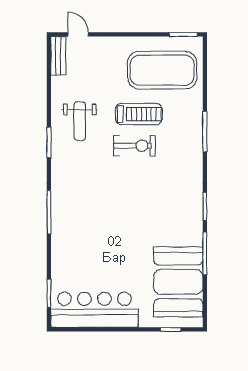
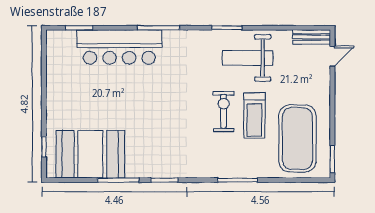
weight bench: (80, 121) -> (248, 58), width x1.36, depth x1.33
exercise bike: (134, 146) -> (224, 111), turned 180
bar counter: (94, 310) -> (119, 47), moved, turned 90

